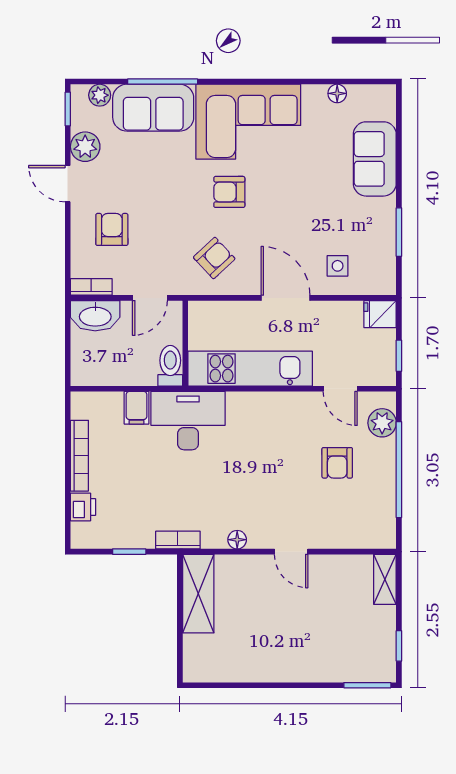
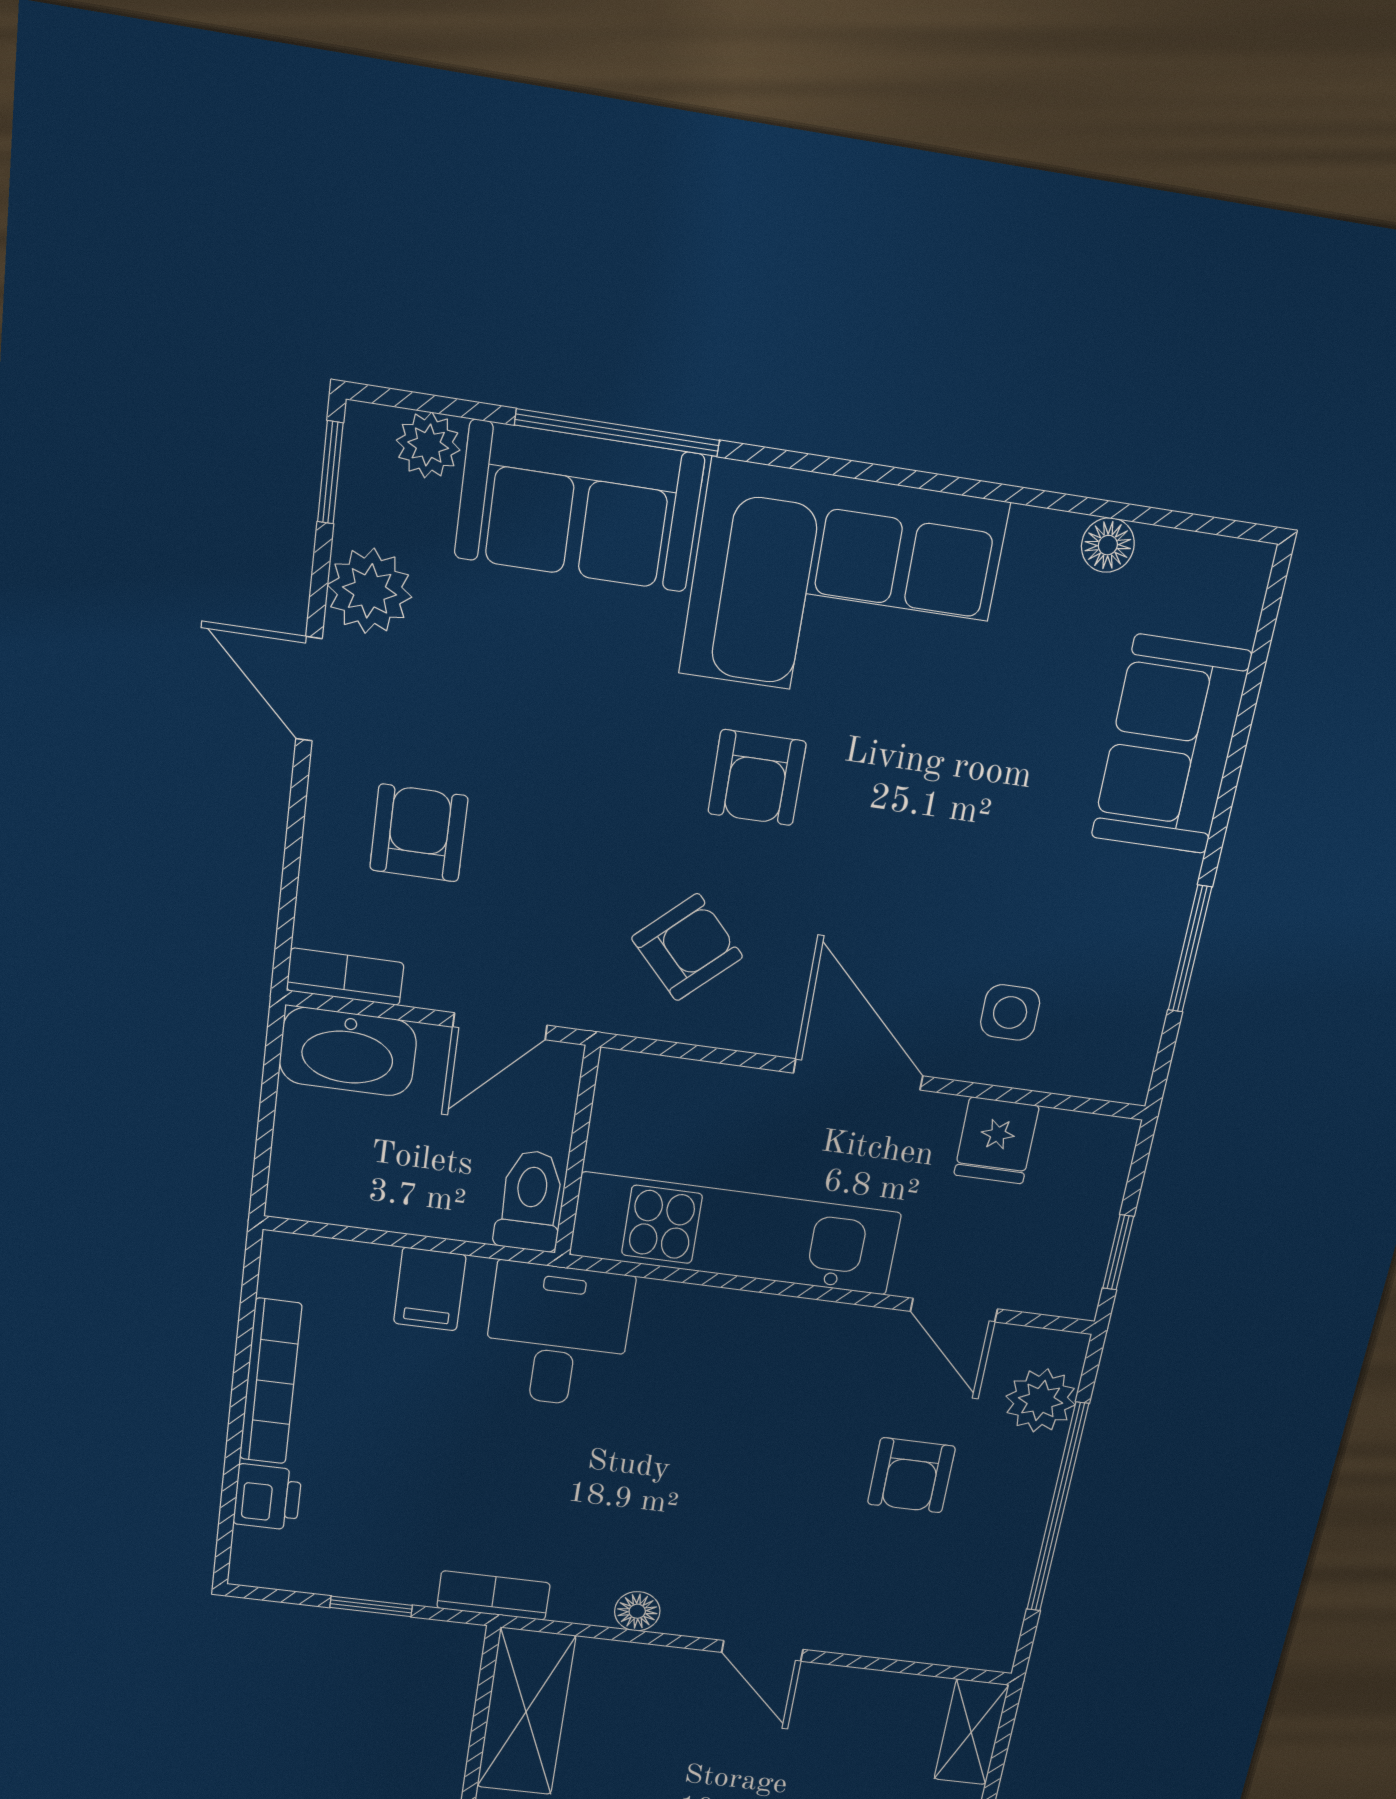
armchair: (229, 192) -> (757, 778), turned -90
fridge: (380, 314) -> (996, 1140), moved, turned -90
desk: (188, 421) -> (557, 1335), width x0.73

